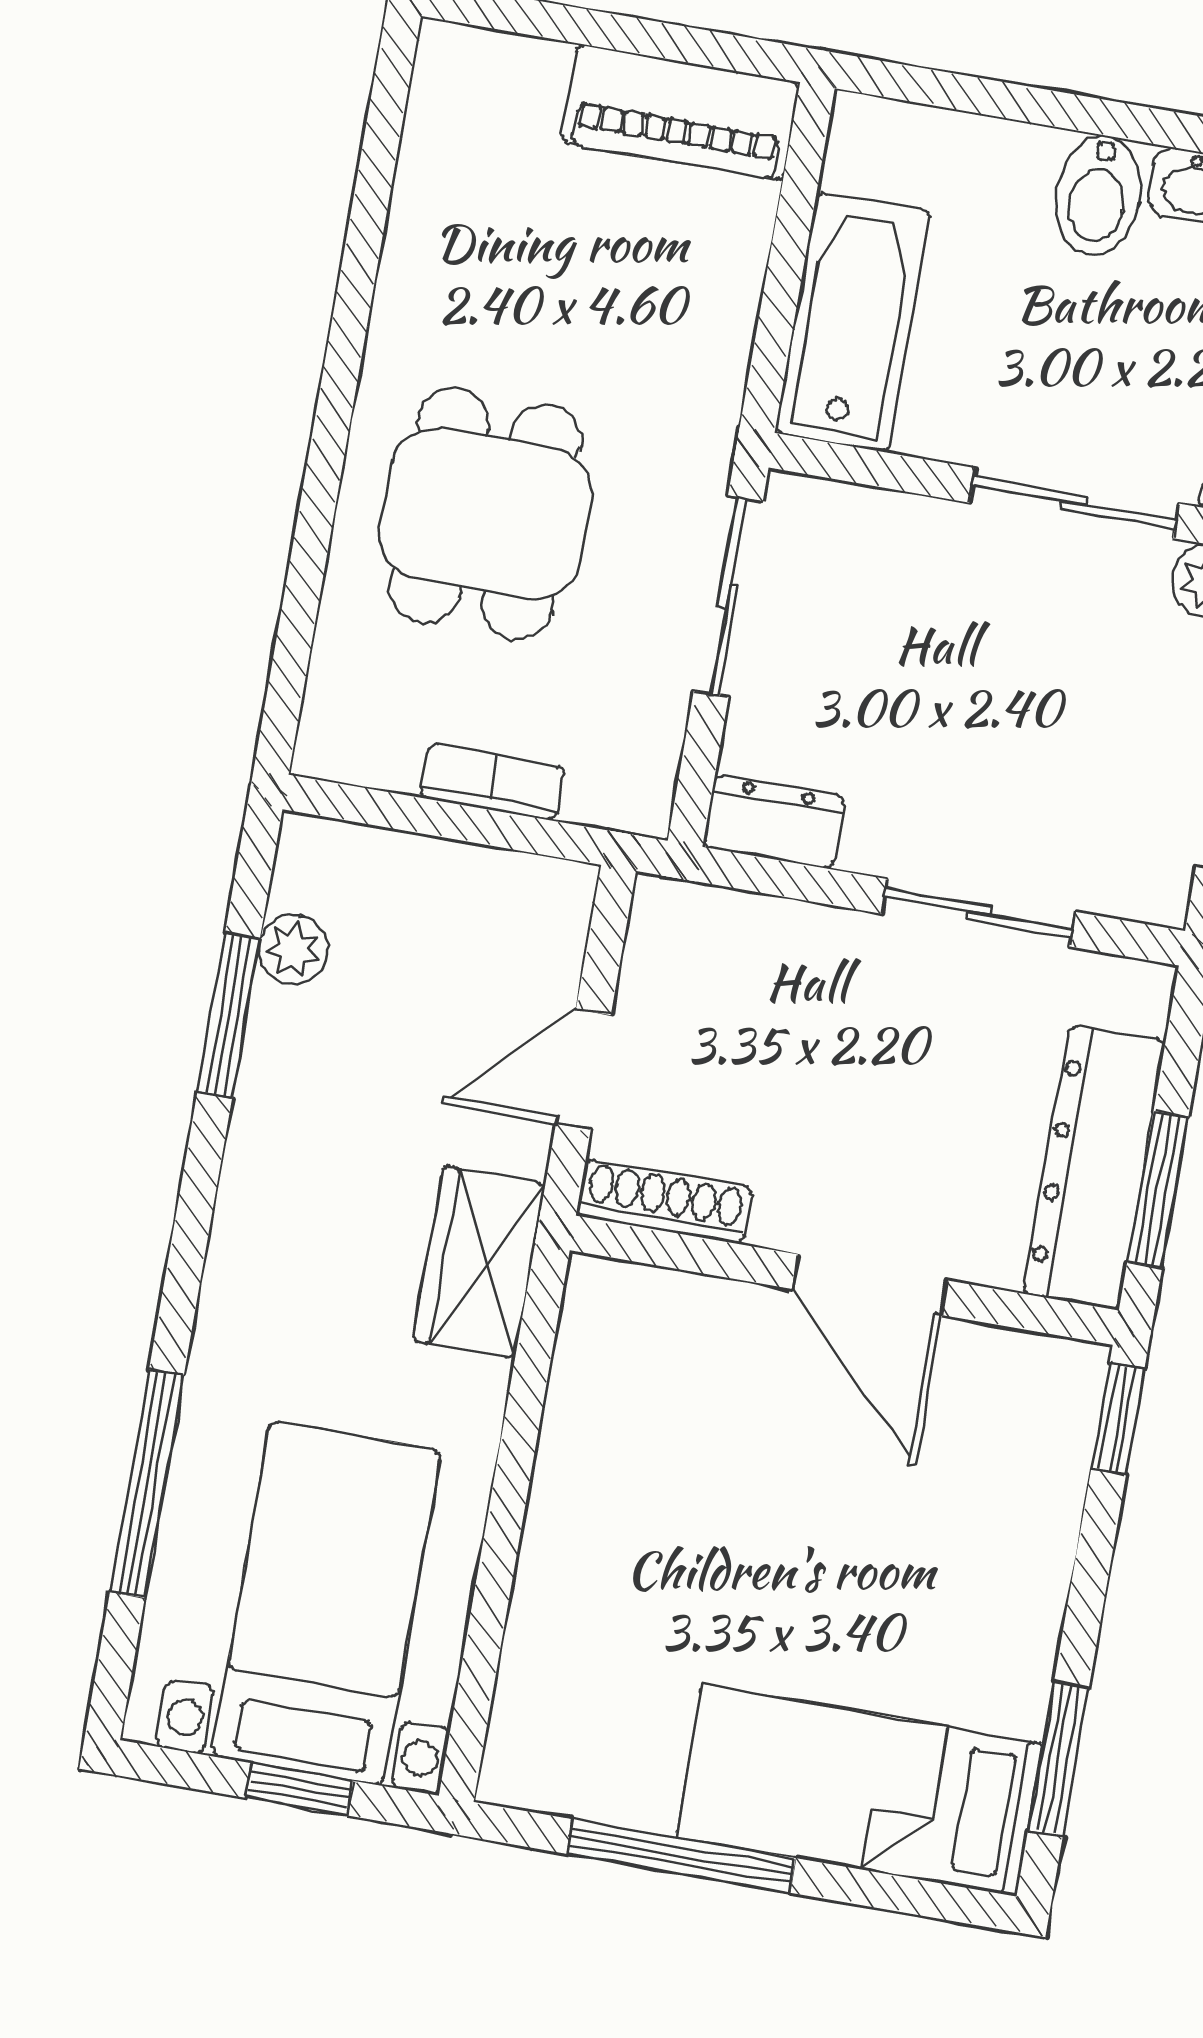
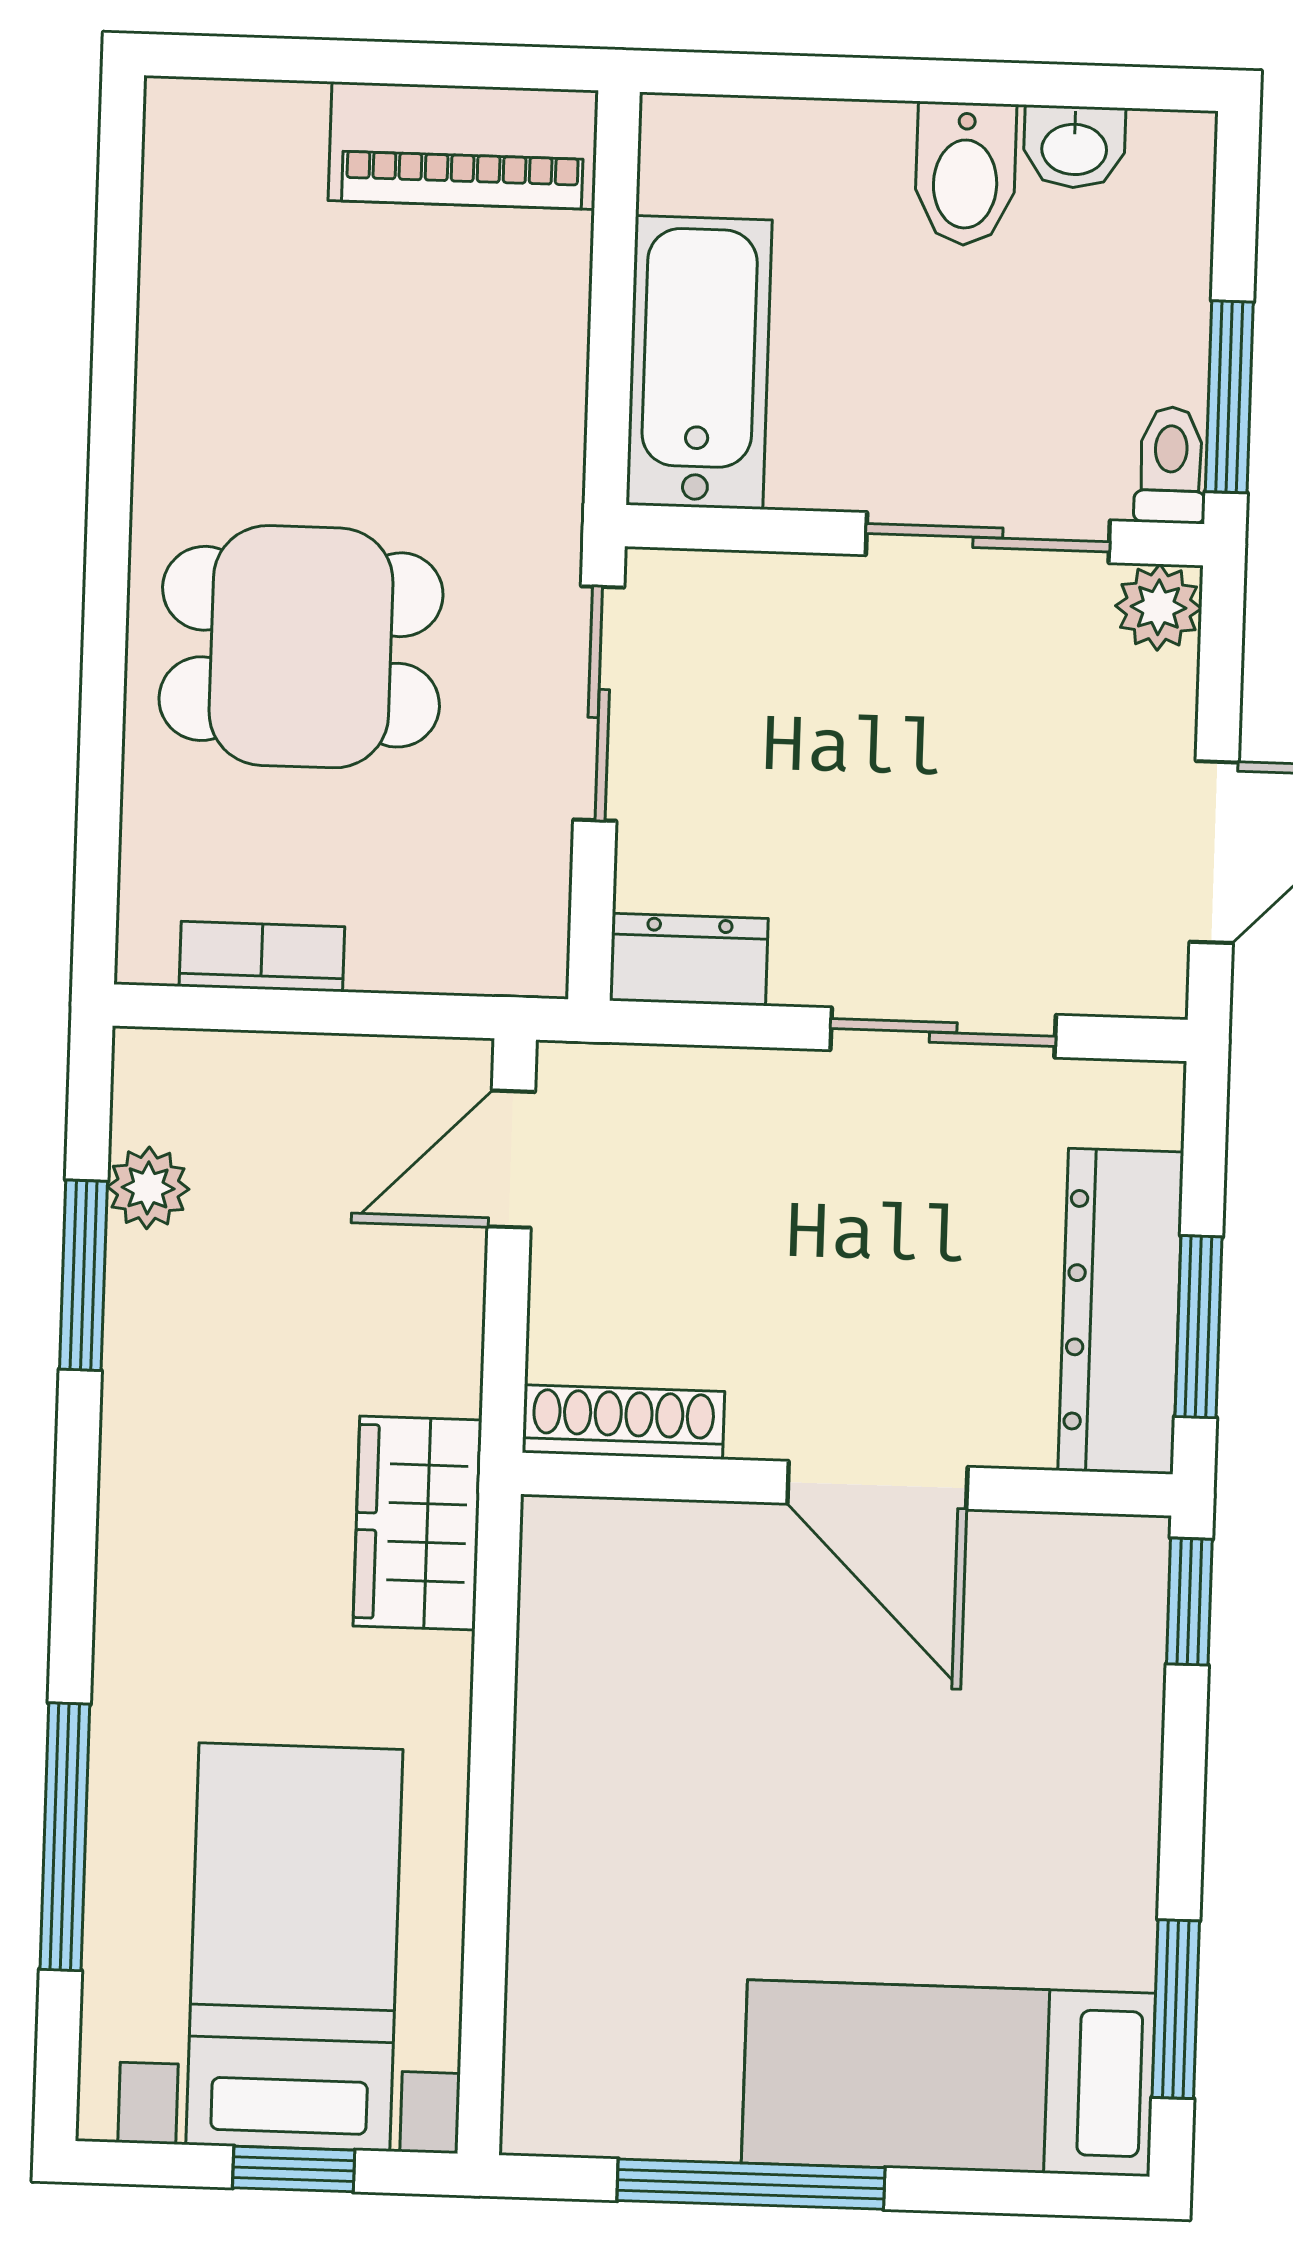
dining table: (485, 514) -> (301, 647), turned 90
bookcase: (492, 782) -> (262, 957), moved
door: (583, 1069) -> (511, 1159), moved

